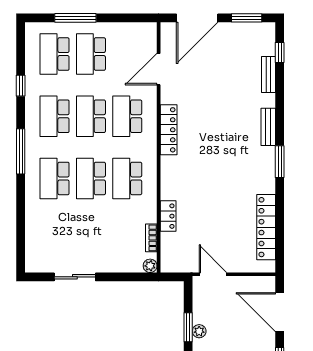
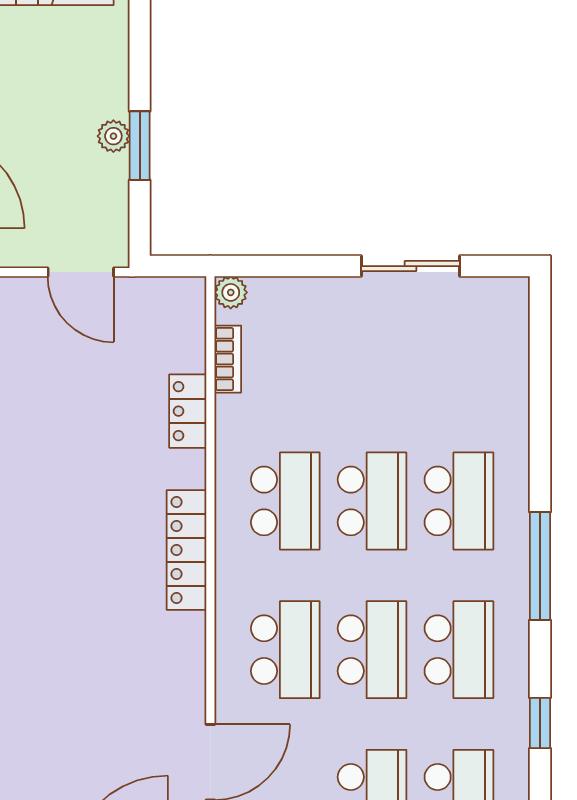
locker: (169, 130) -> (186, 550), moved

